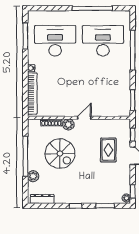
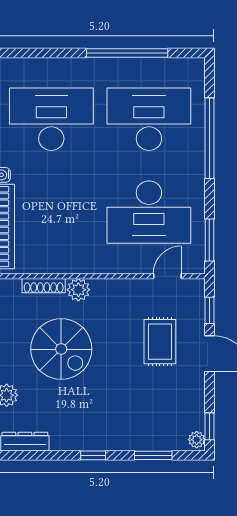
desk: (103, 86) -> (149, 212), added
door: (84, 118) -> (167, 276), moved

